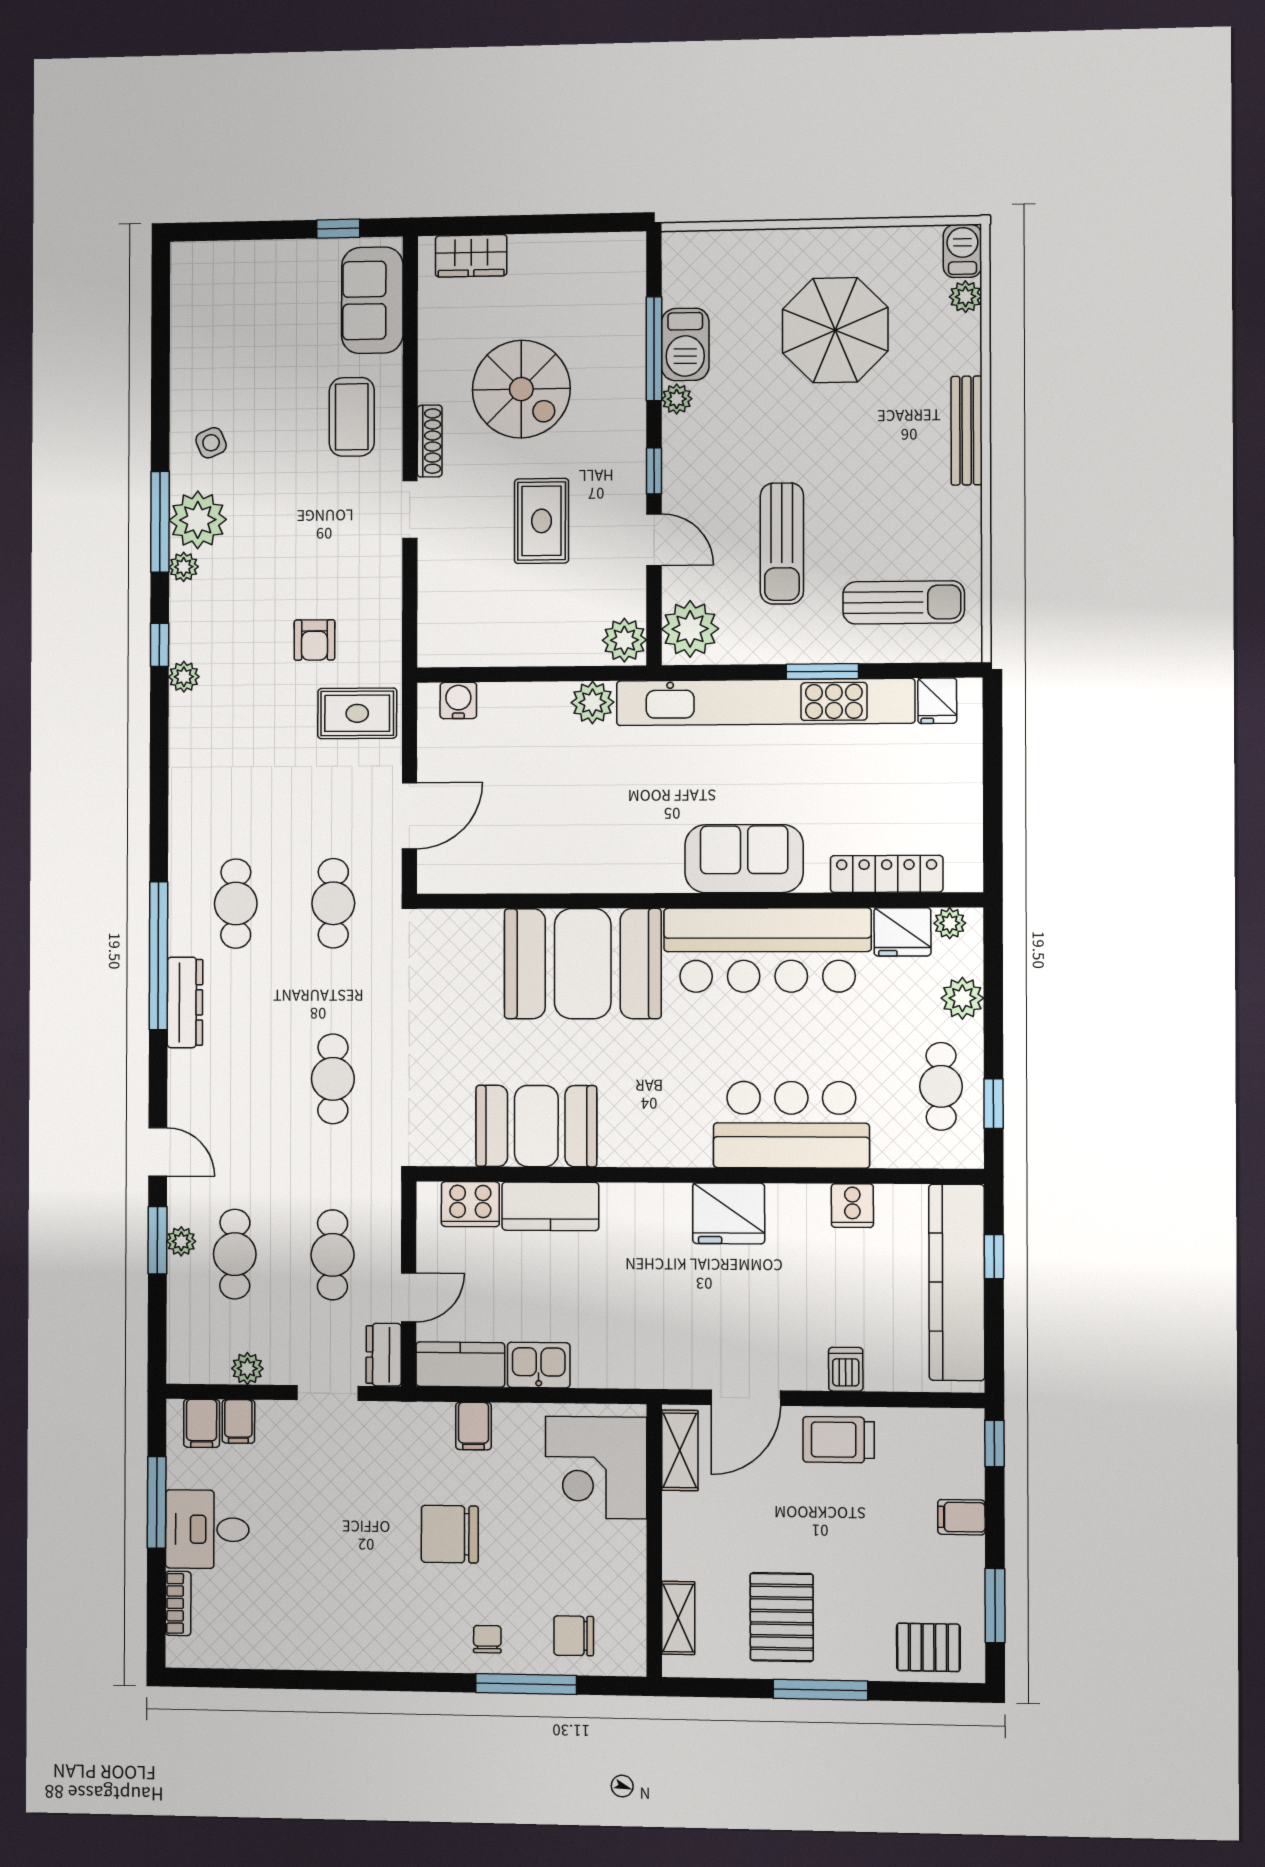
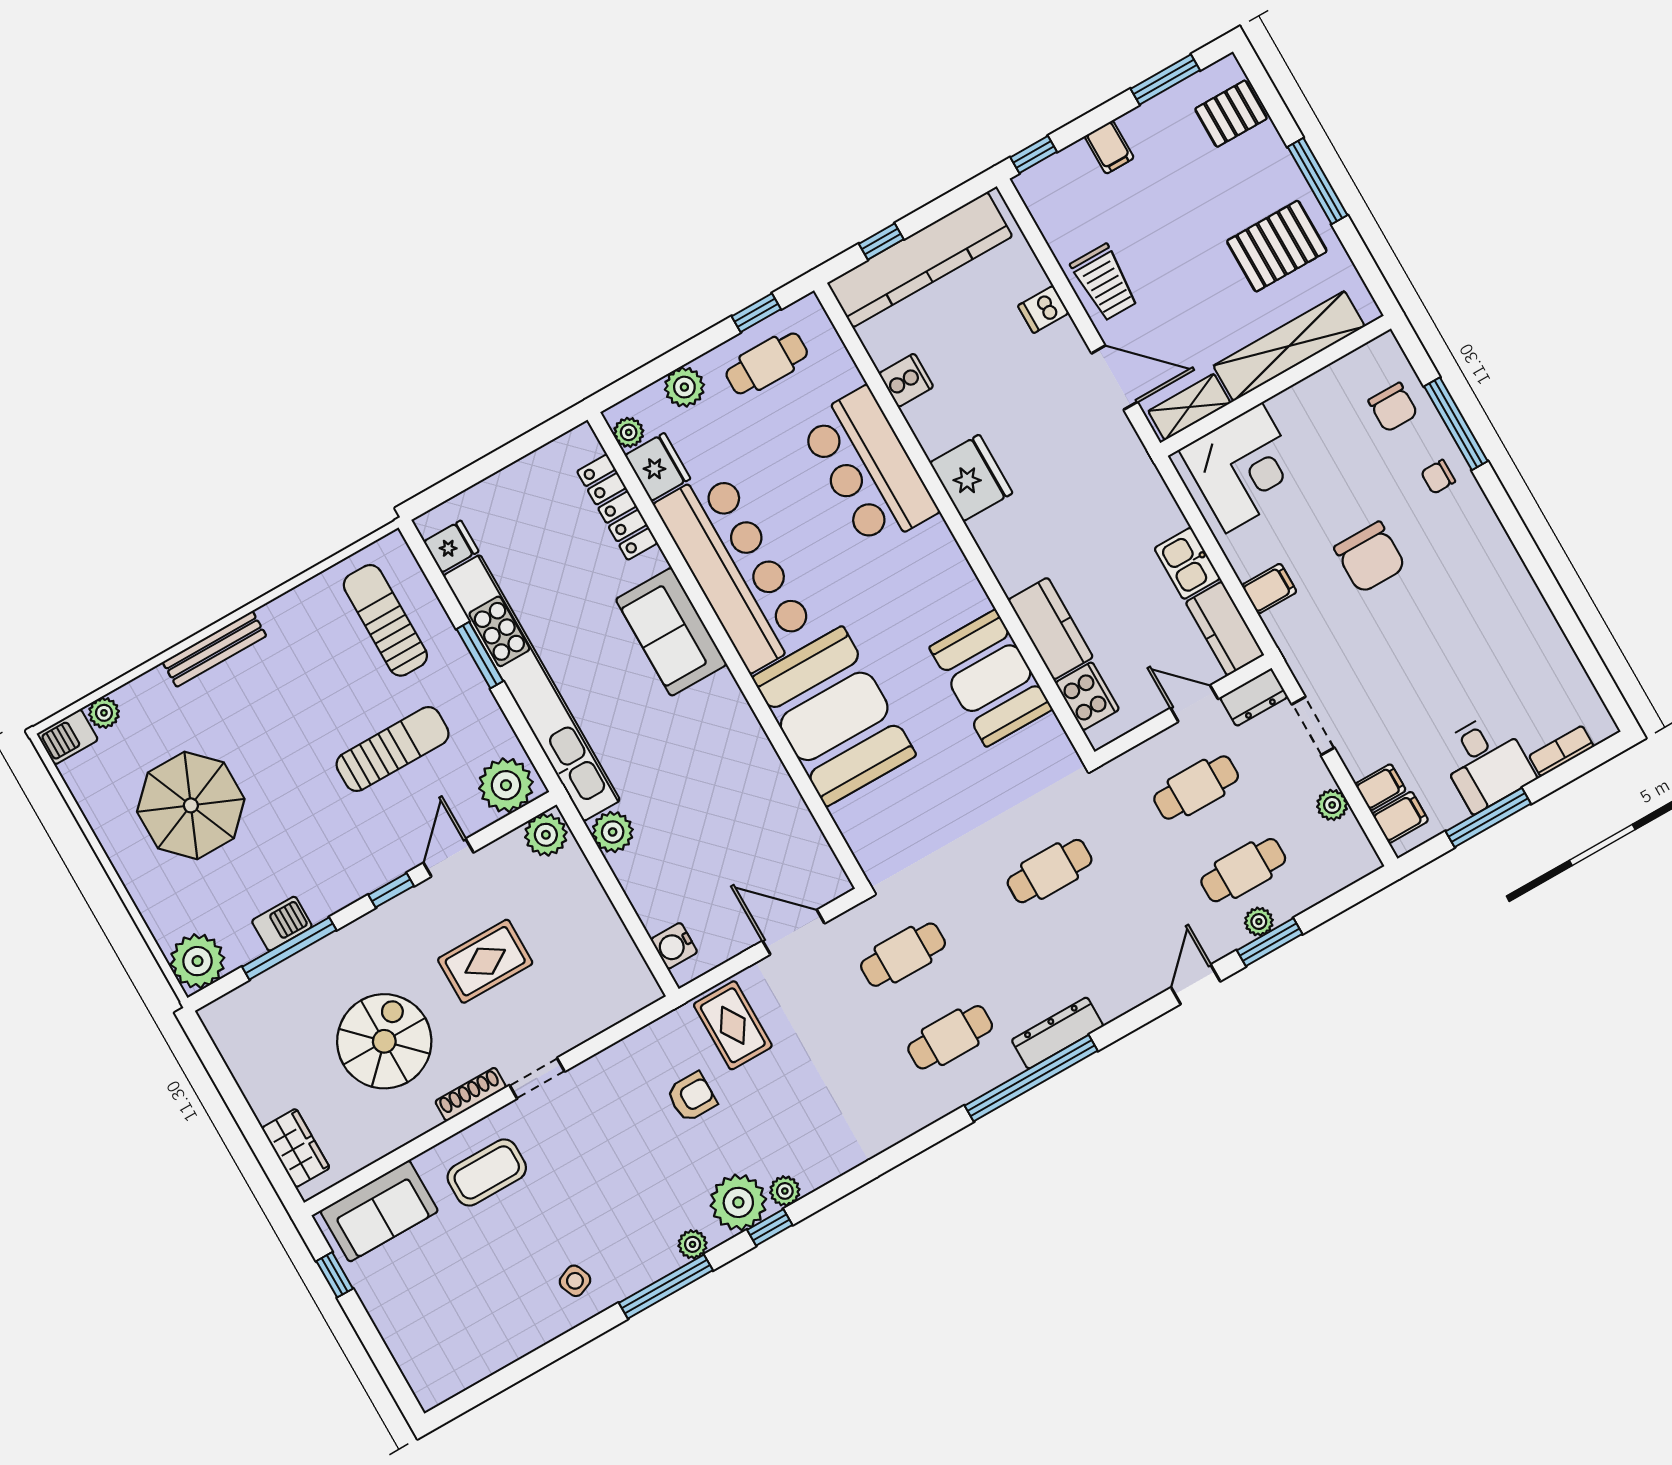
barbecue: (685, 344) -> (282, 924), width x0.73, depth x0.79
plant: (677, 399) -> (197, 961), moved, width x1.88, depth x1.88
plant: (198, 520) -> (738, 1202), moved
shelving: (678, 1618) -> (1289, 346), width x2.20, depth x1.33
pallet: (928, 1647) -> (1231, 114), turned 90

